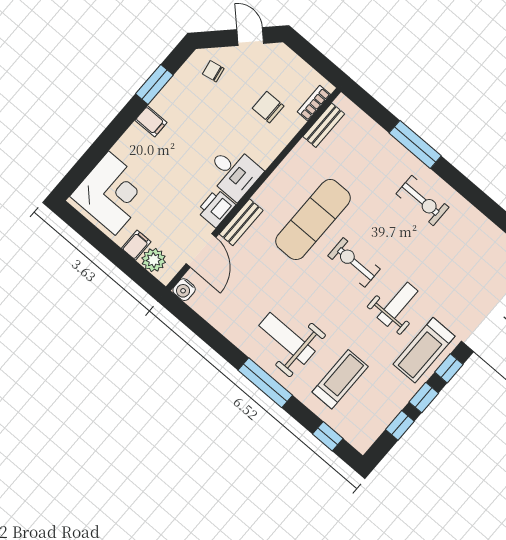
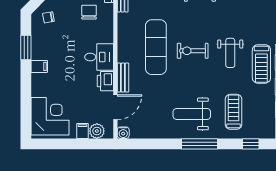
chair: (268, 107) -> (89, 12), turned 90
door: (201, 250) -> (115, 107), hinge flipped
weight bench: (398, 304) -> (230, 53), turned 180

